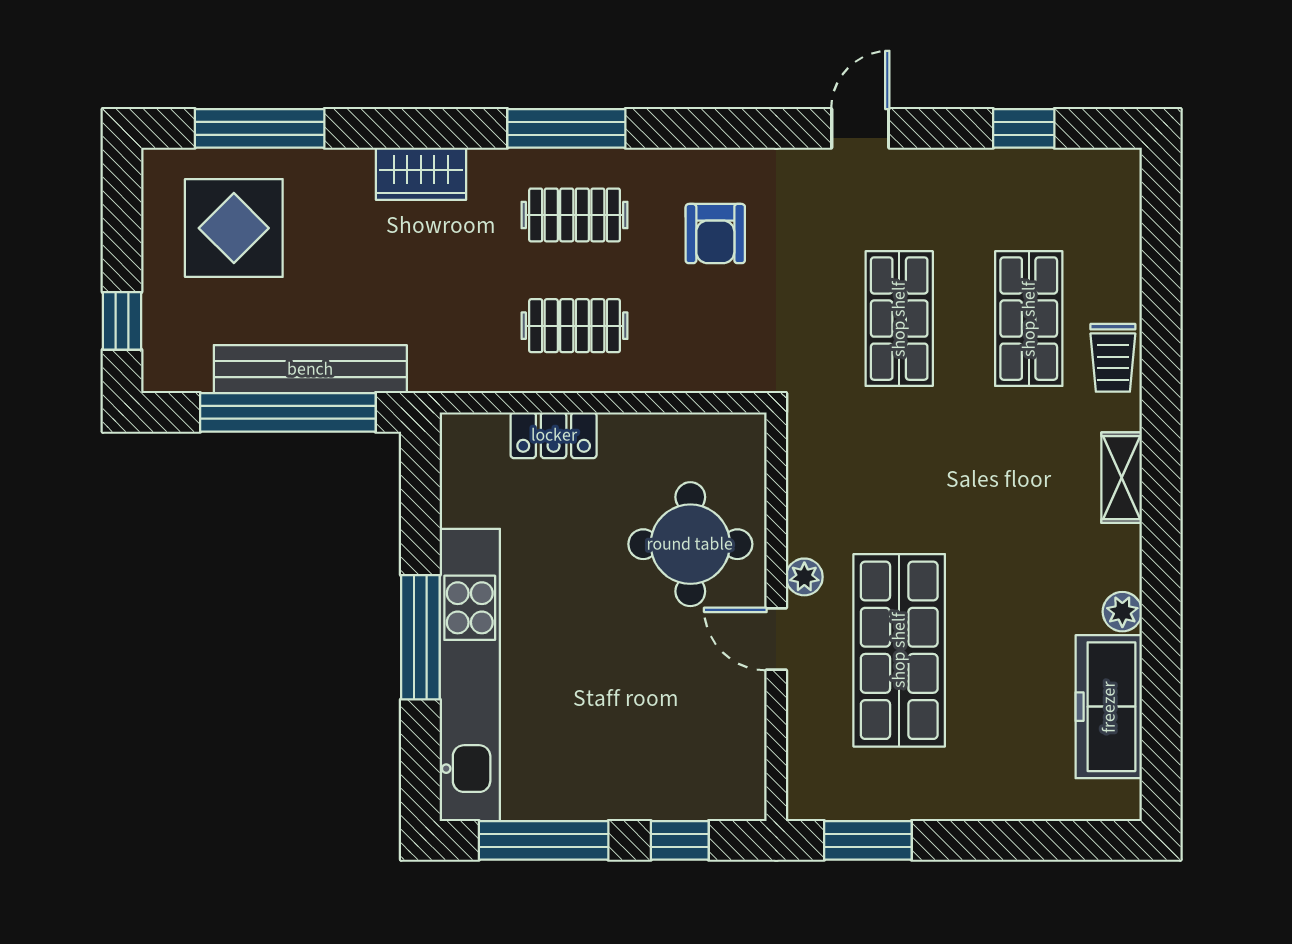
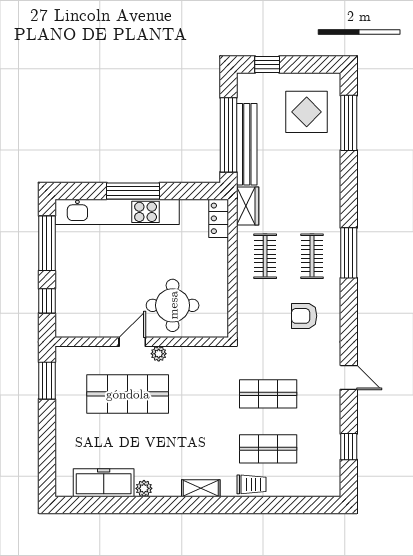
wardrobe: (421, 174) -> (248, 206), moved, turned 180
trolley: (1113, 358) -> (251, 484), turned 180
locker: (554, 435) -> (219, 218), moved

